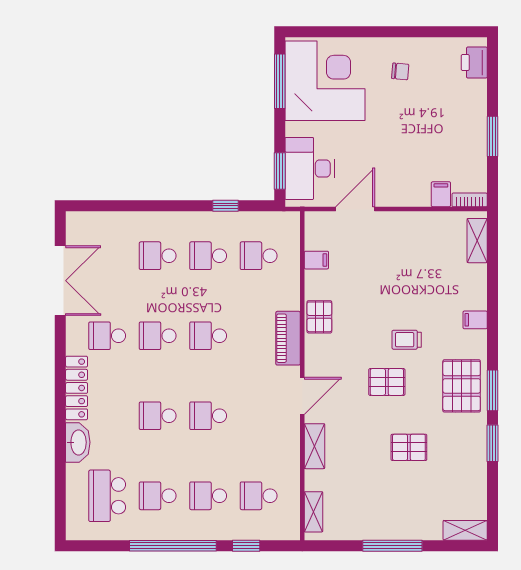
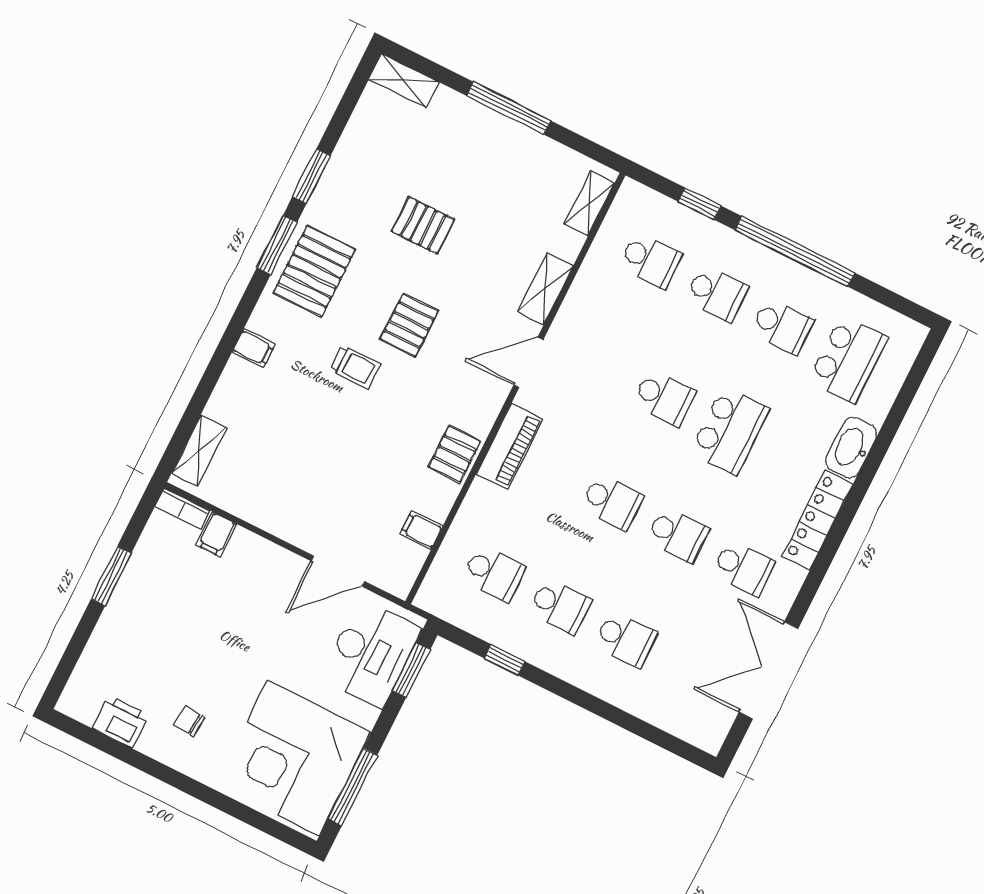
printer: (474, 63) -> (120, 722), moved, turned -90
pallet: (387, 382) -> (409, 325), turned 90
school desk: (158, 416) -> (730, 431), width x1.85

